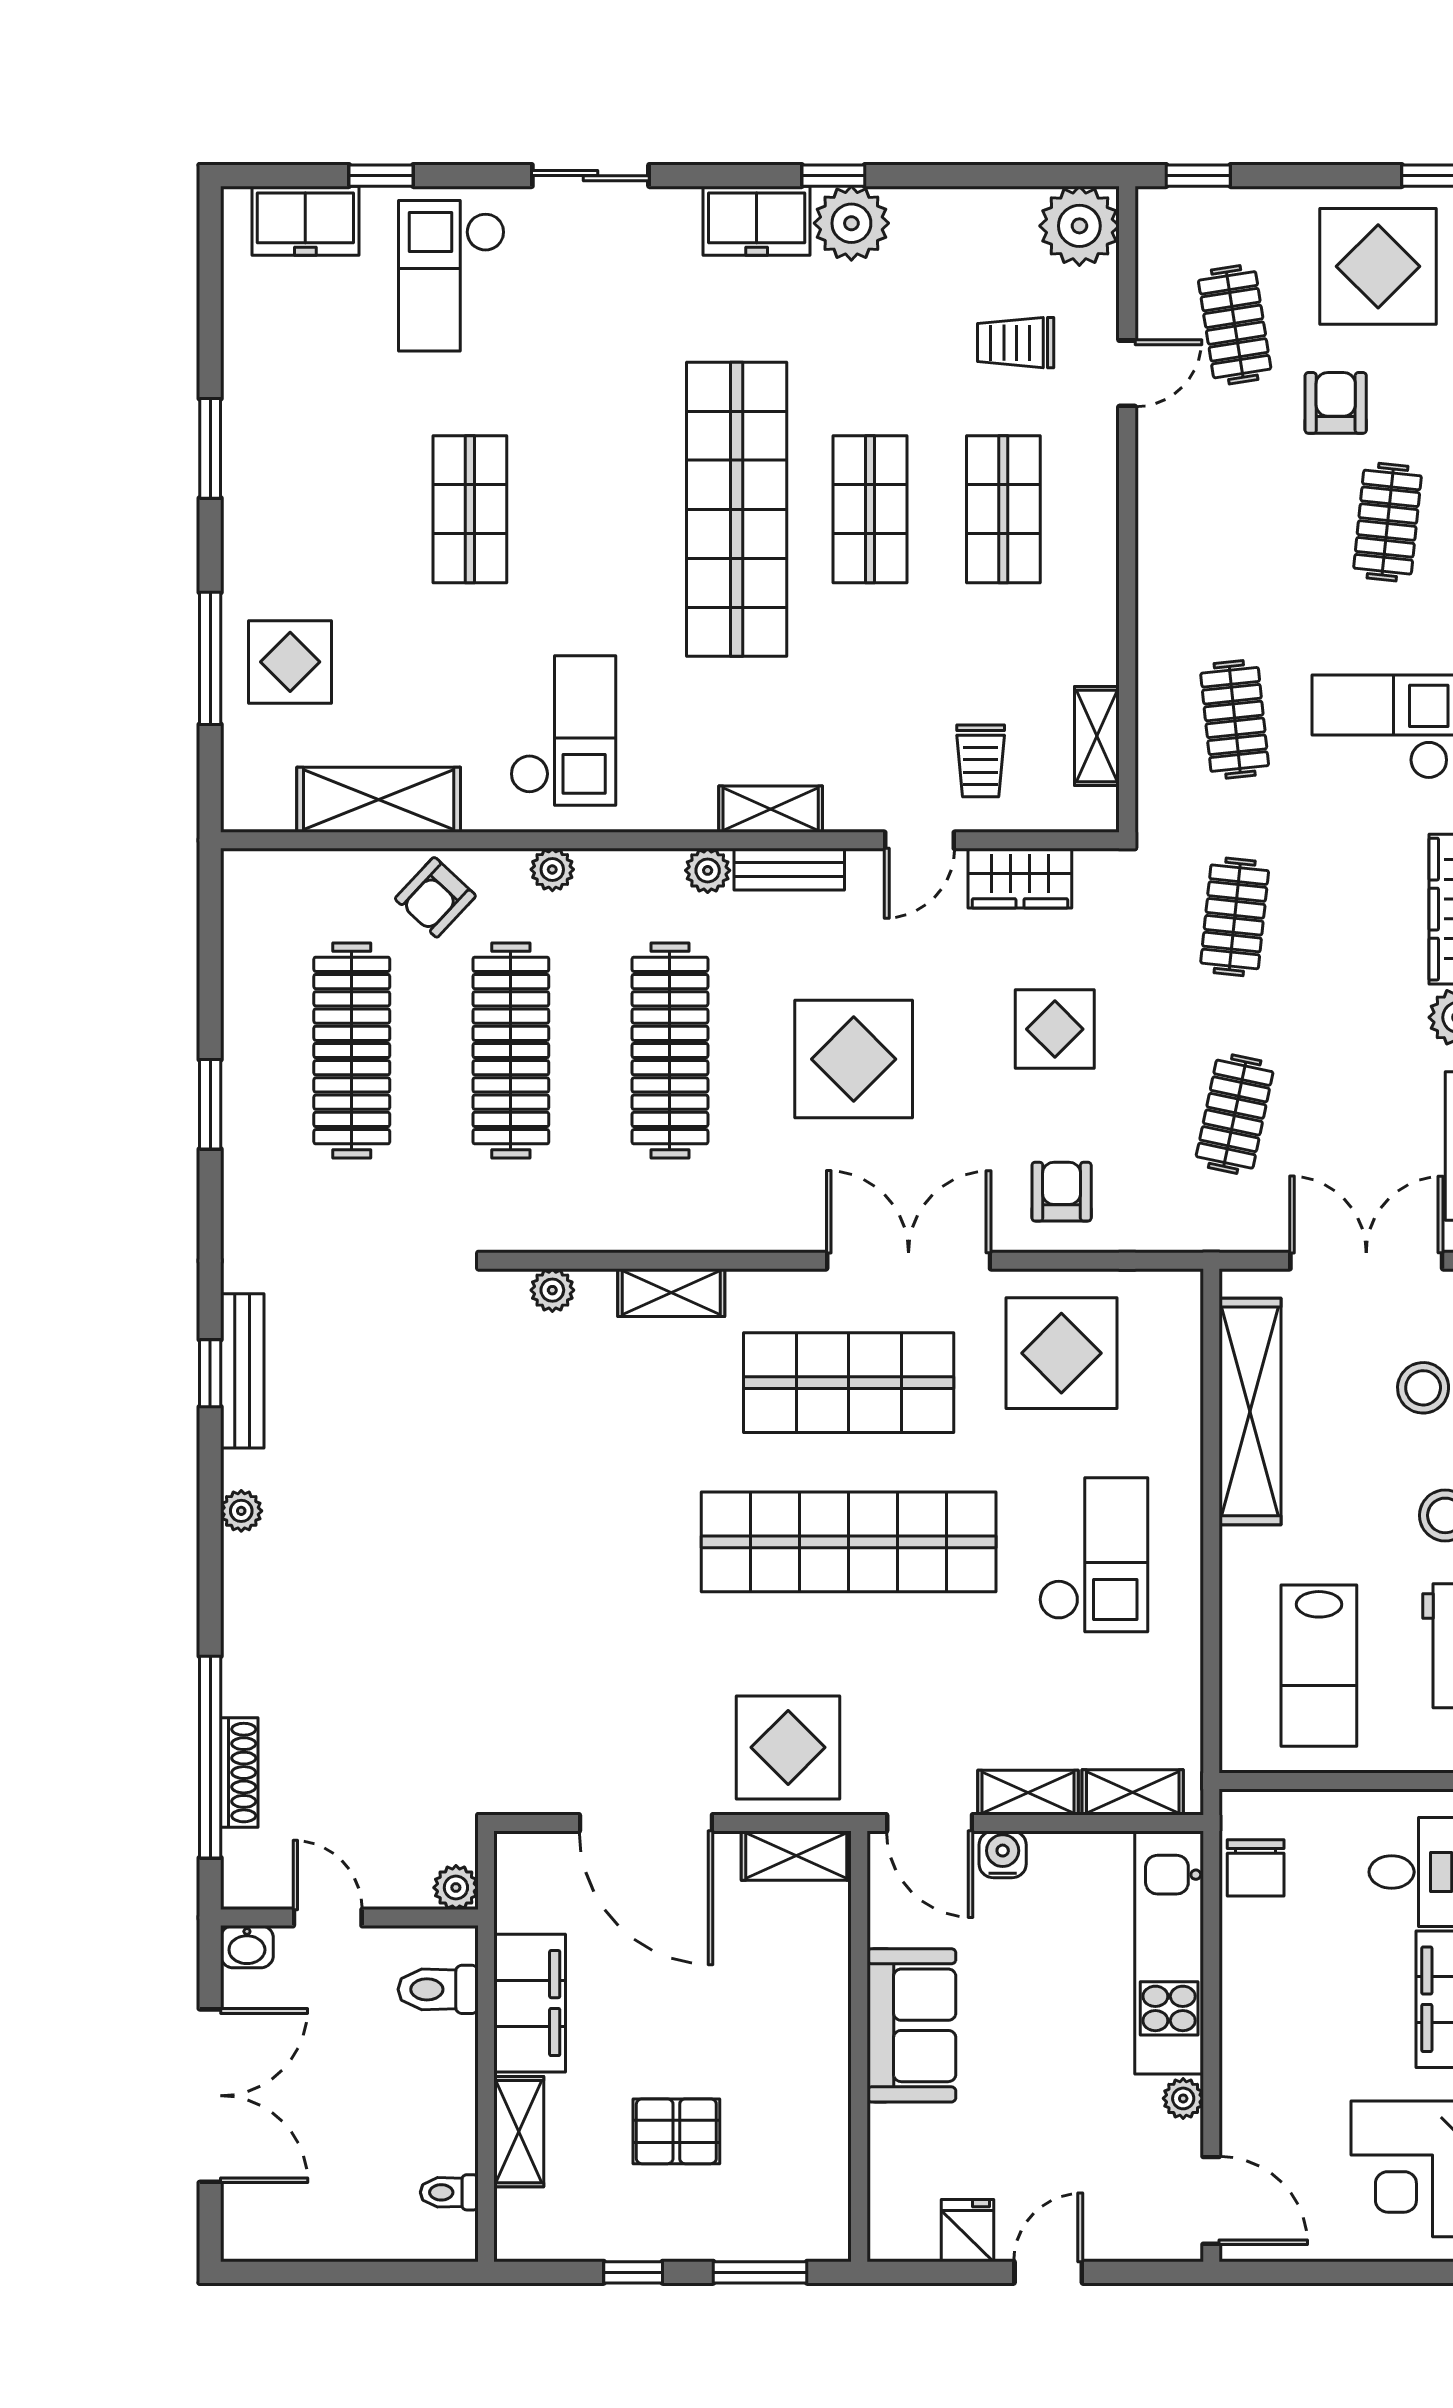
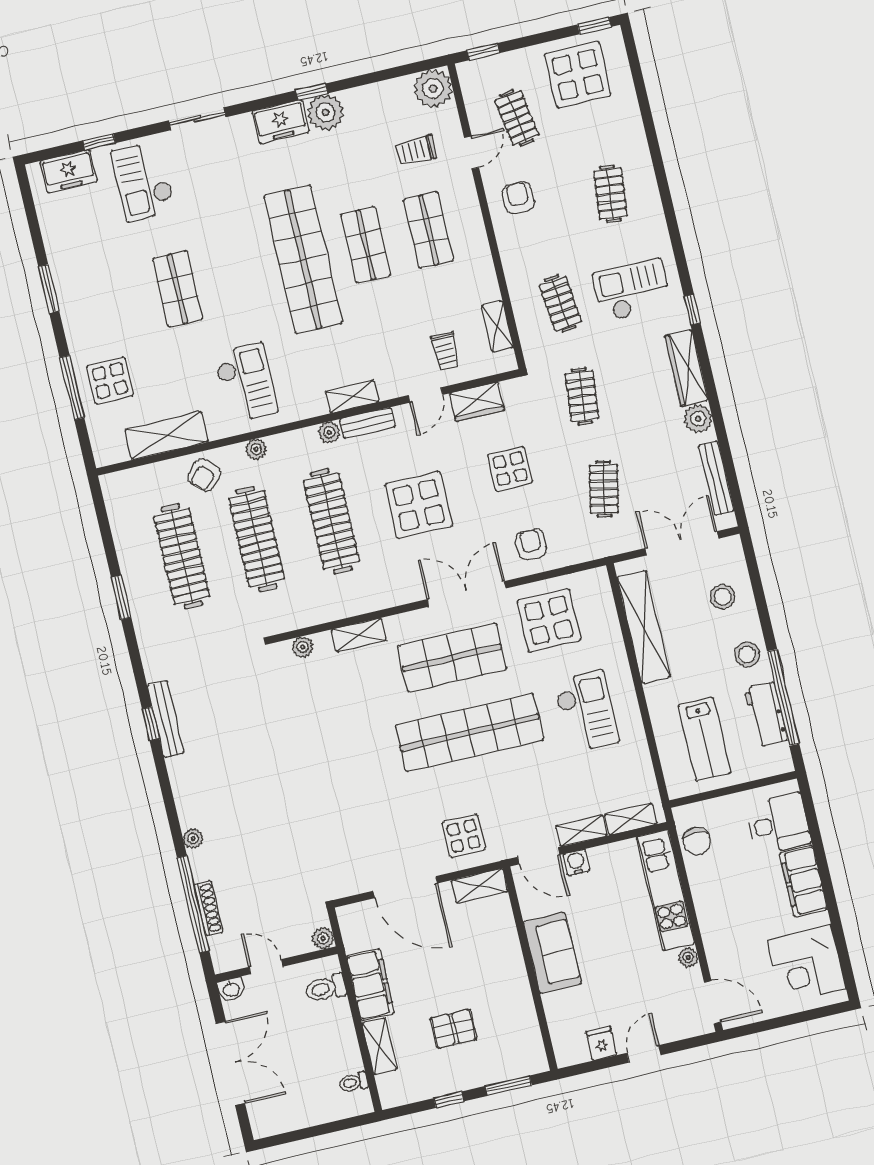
armchair: (1336, 403) -> (518, 198), moved
plant: (241, 1511) -> (193, 838), moved
display table: (788, 1747) -> (464, 836), width x0.73, depth x0.73

